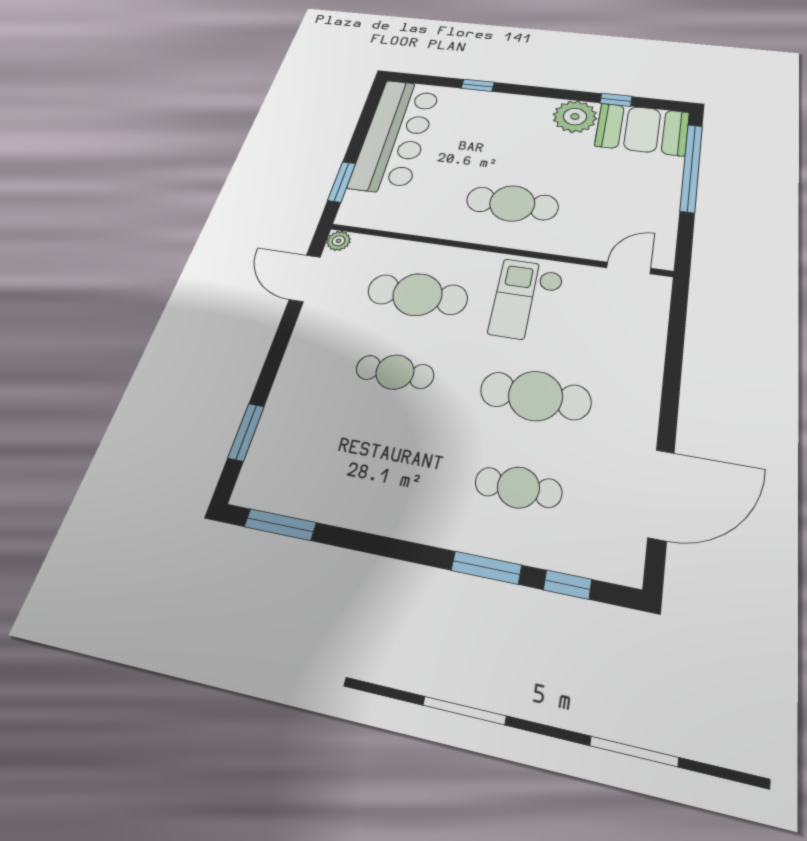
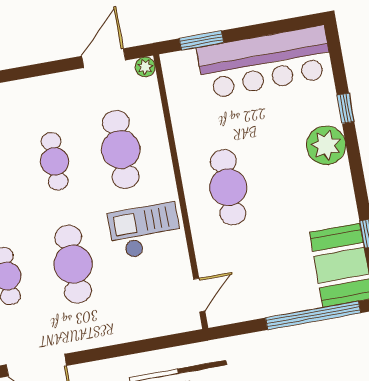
plant: (575, 117) -> (326, 145), moved
door: (629, 268) -> (199, 295), hinge flipped

